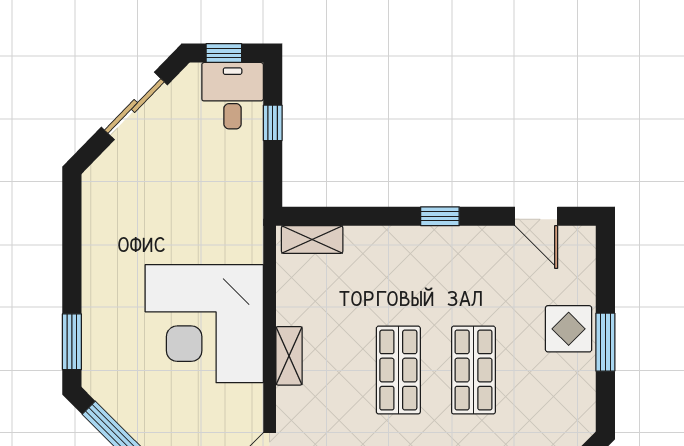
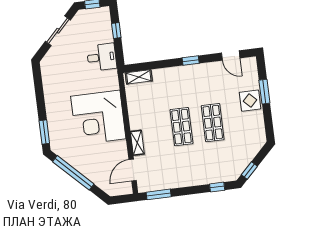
desk: (233, 96) -> (102, 57), moved, turned 90
window: (605, 342) -> (264, 92), moved
shelving: (289, 356) -> (137, 143), moved

